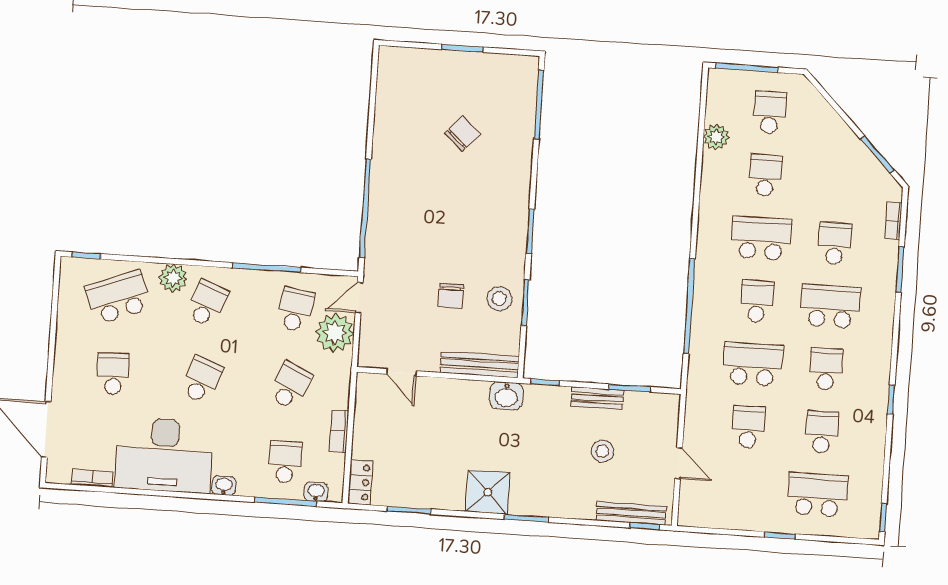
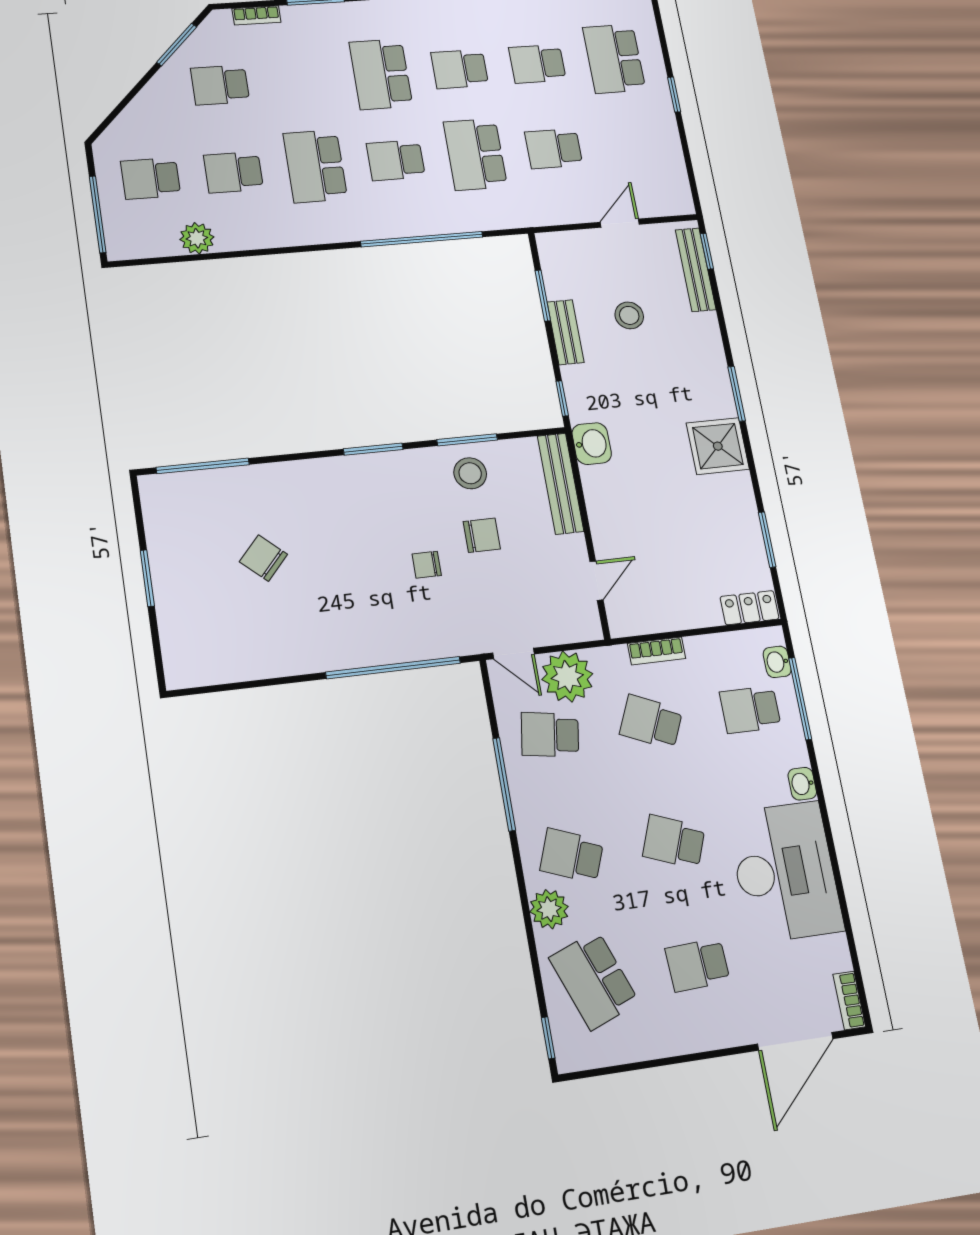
school desk: (835, 243) -> (220, 85), moved
chair: (436, 250) -> (427, 565), added
bookcase: (339, 431) -> (657, 651), moved
bookcase: (92, 478) -> (849, 1001), moved

